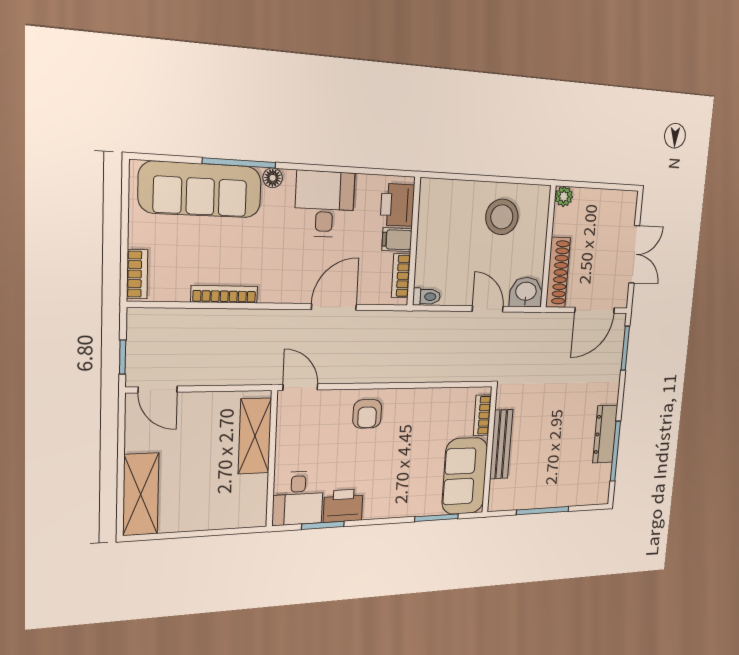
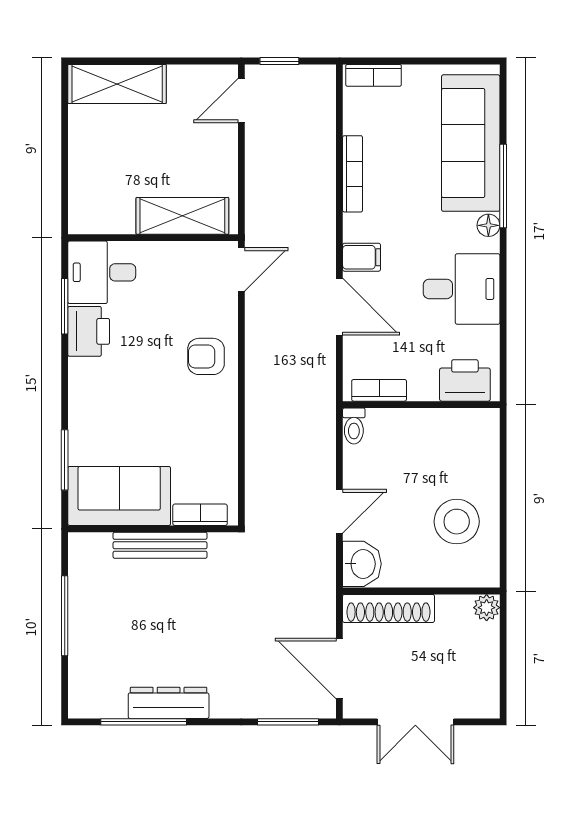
filing cabinet: (397, 240) -> (362, 257), moved, turned 90

